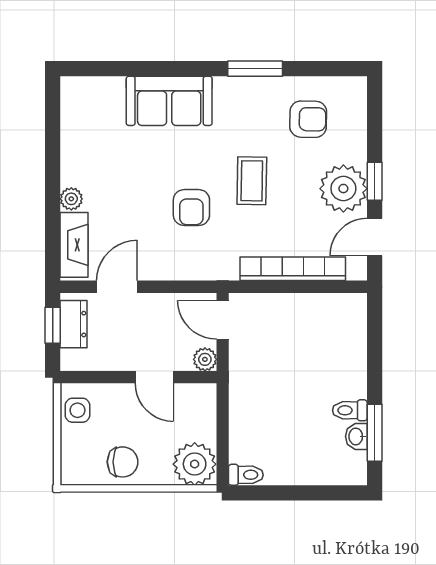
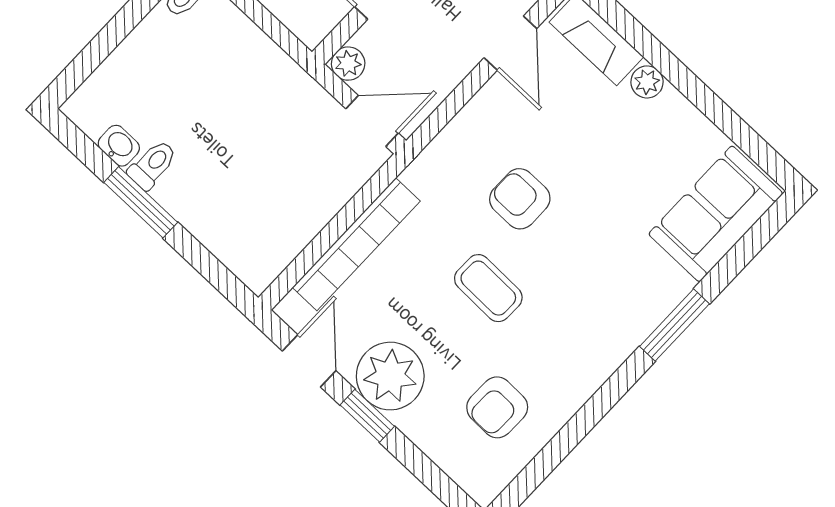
window: (255, 69) -> (674, 325), moved
sofa: (169, 101) -> (716, 214), moved
window: (375, 433) -> (141, 202), moved

